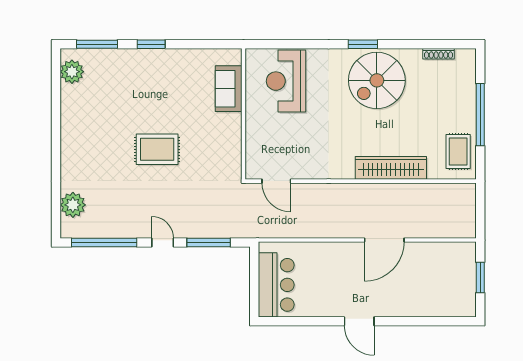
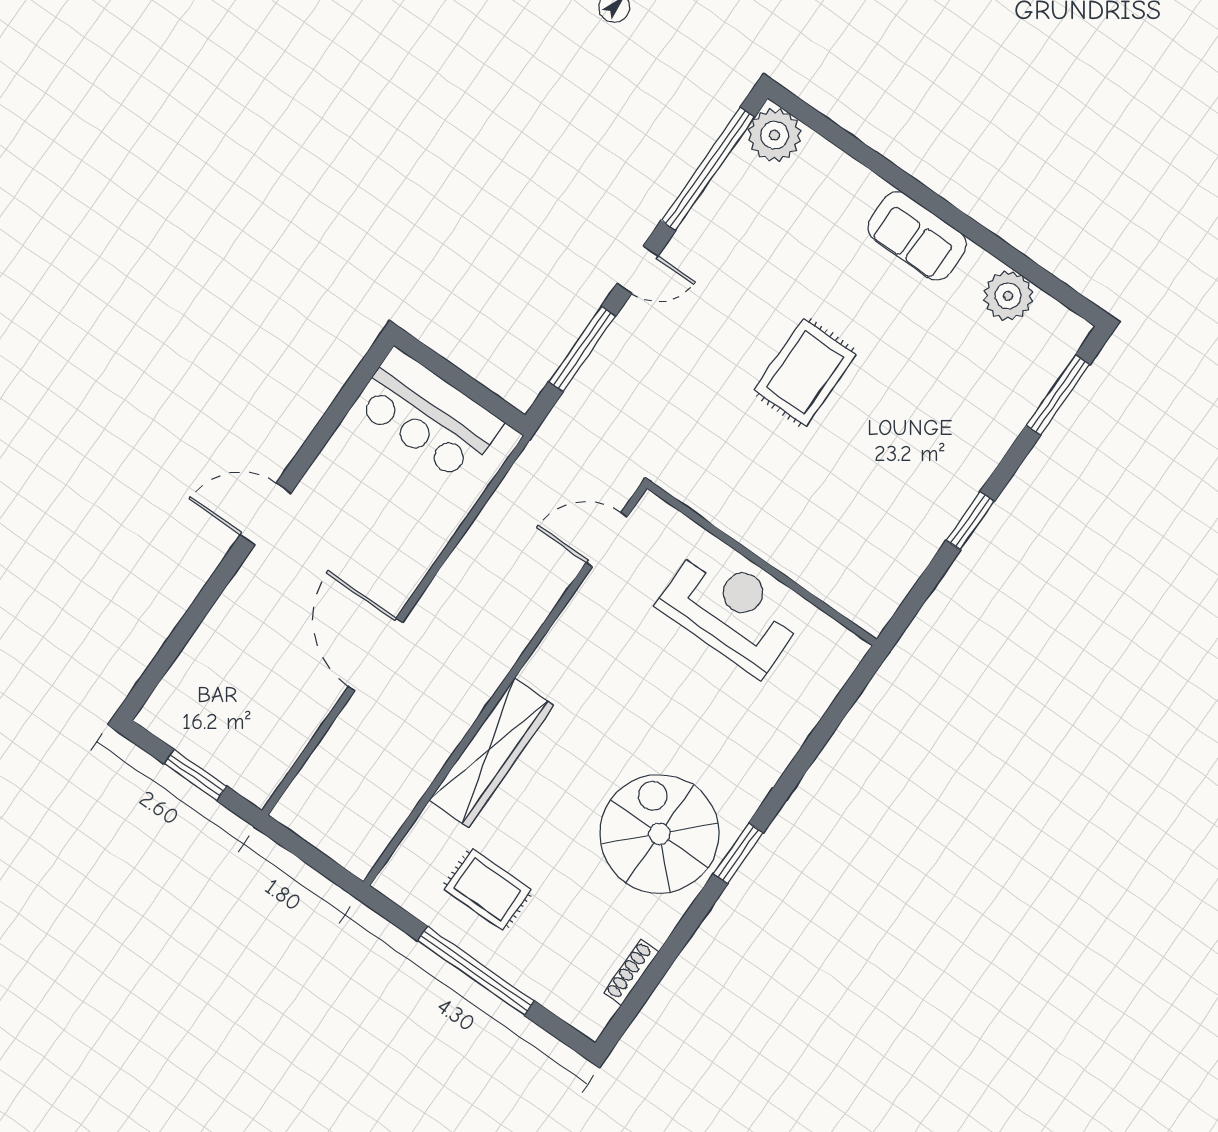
window: (151, 44) -> (970, 521), moved
plant: (72, 72) -> (1008, 296), moved
reception desk: (286, 81) -> (731, 610), moved
sofa: (229, 89) -> (917, 236), moved, turned 180
rug: (458, 151) -> (488, 889), moved
plant: (73, 205) -> (775, 135), moved

